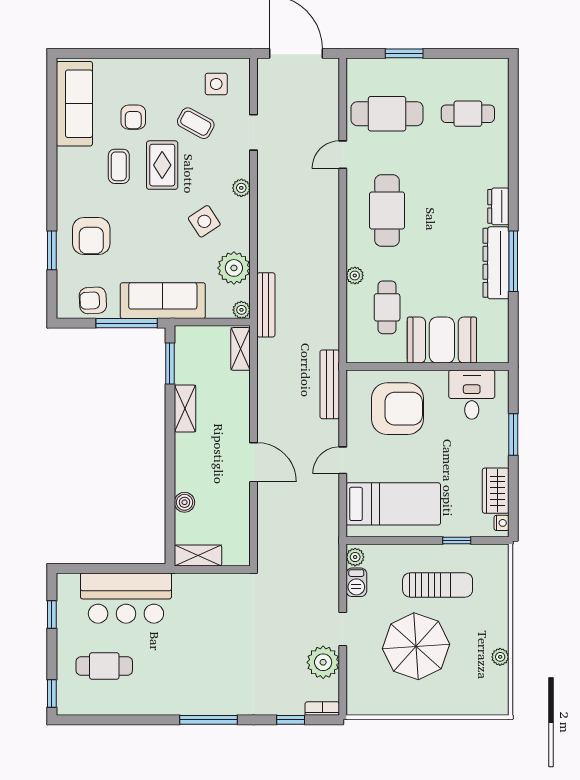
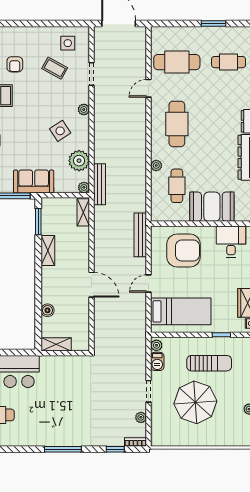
window: (404, 53) -> (213, 24), moved
rug: (162, 165) -> (33, 95), removed
sofa: (163, 301) -> (34, 181), width x0.73
plant: (323, 662) -> (141, 417), width x0.53, depth x0.53

